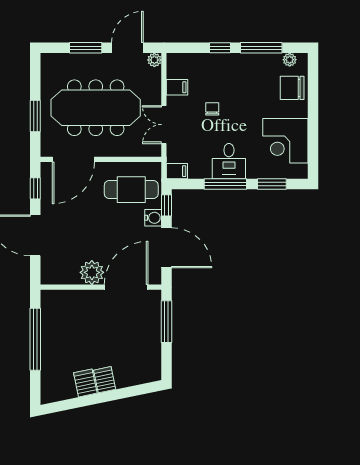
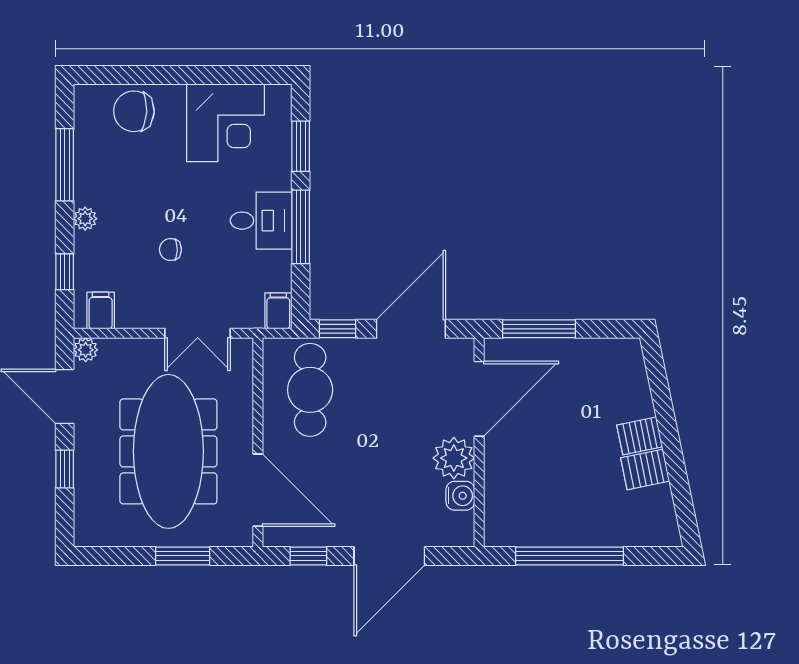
window: (86, 48) -> (65, 469), width x0.67
window: (220, 48) -> (65, 272), moved
plant: (290, 60) -> (85, 219), moved
filing cabinet: (177, 87) -> (101, 311), moved
chair: (292, 88) -> (134, 111), turned 93
water cooler: (153, 218) -> (460, 496), moved, turned 90
door: (126, 287) -> (479, 399), swing flipped

